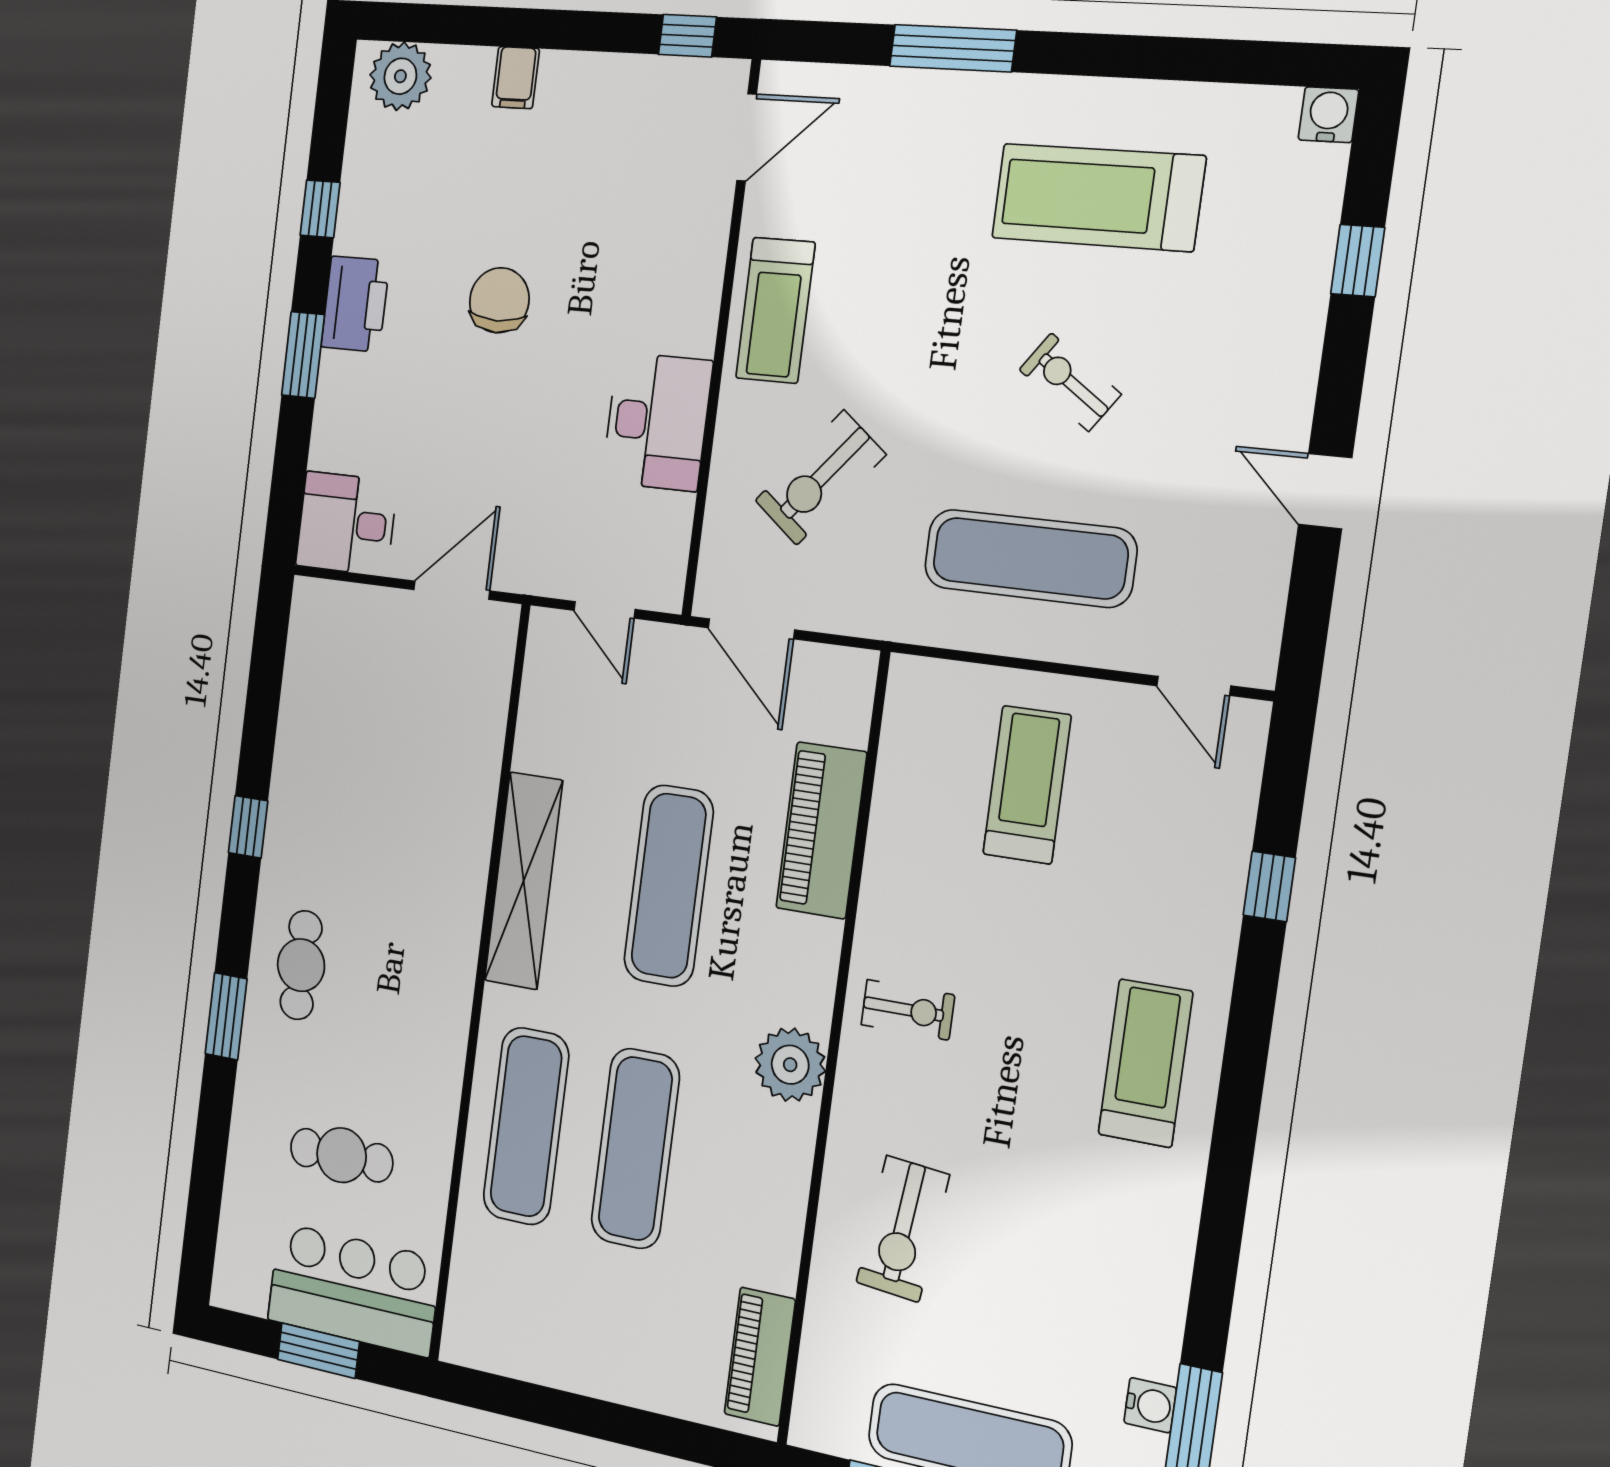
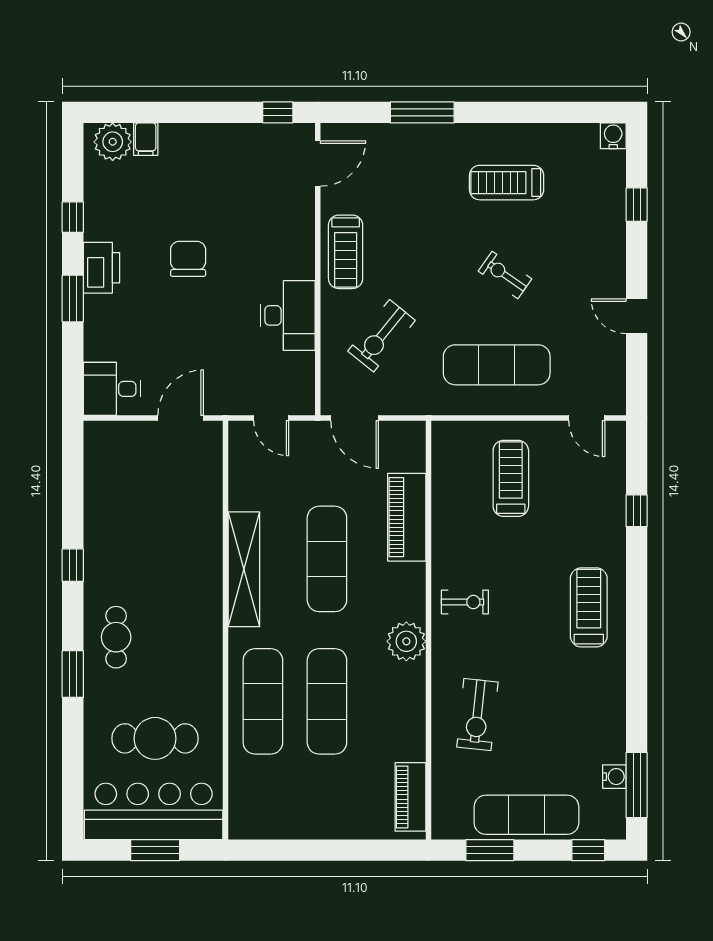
filing cabinet: (516, 78) -> (146, 139), moved
treadmill: (1098, 197) -> (507, 183), width x0.73, depth x0.73
cafe table: (342, 1155) -> (155, 738), width x1.37, depth x1.35
bar counter: (353, 1289) -> (154, 811), width x1.36

